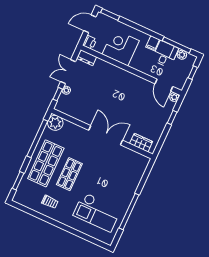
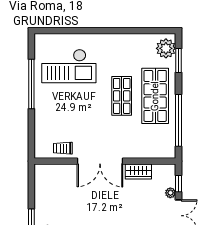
plant: (55, 123) -> (166, 48), moved
wardrobe: (141, 143) -> (138, 171), moved
trolley: (50, 202) -> (63, 148), moved
checkout: (97, 212) -> (69, 66), turned 180

